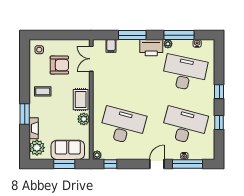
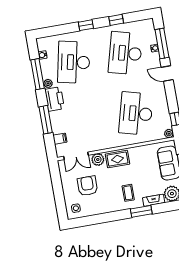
coffee table: (43, 91) -> (128, 193), moved
plant: (84, 119) -> (98, 159), moved

